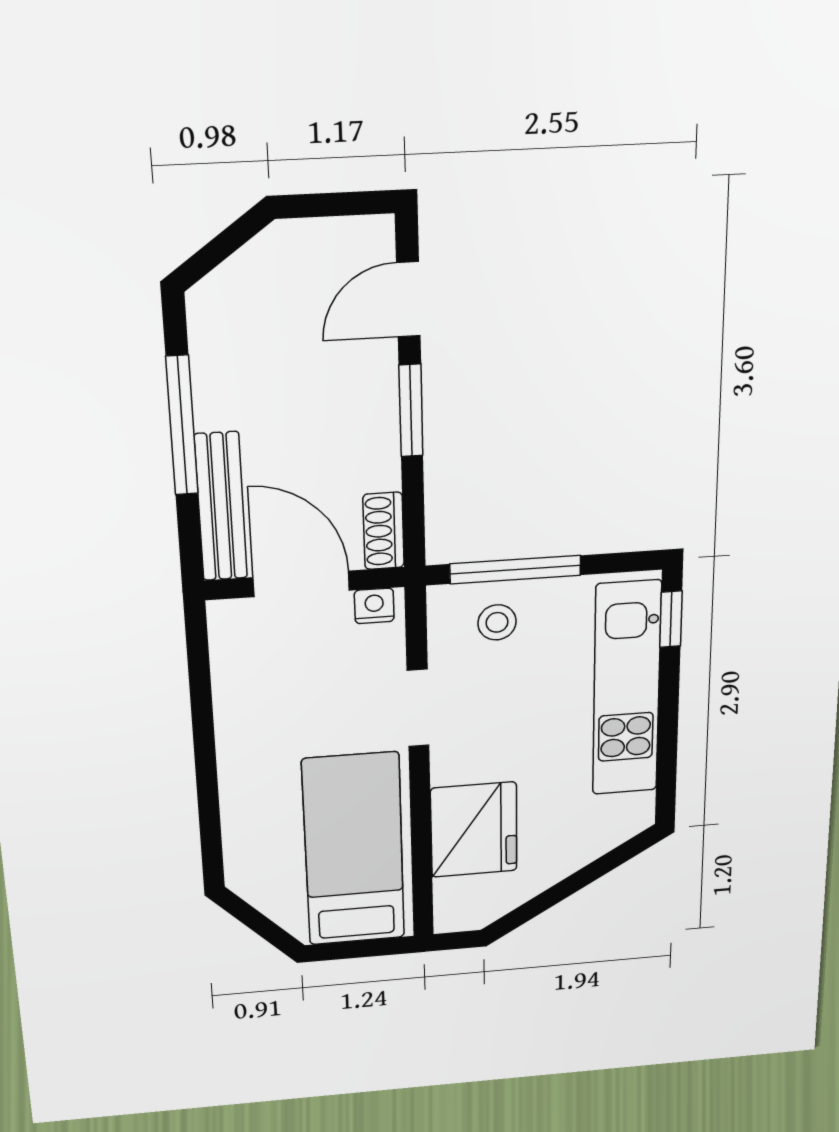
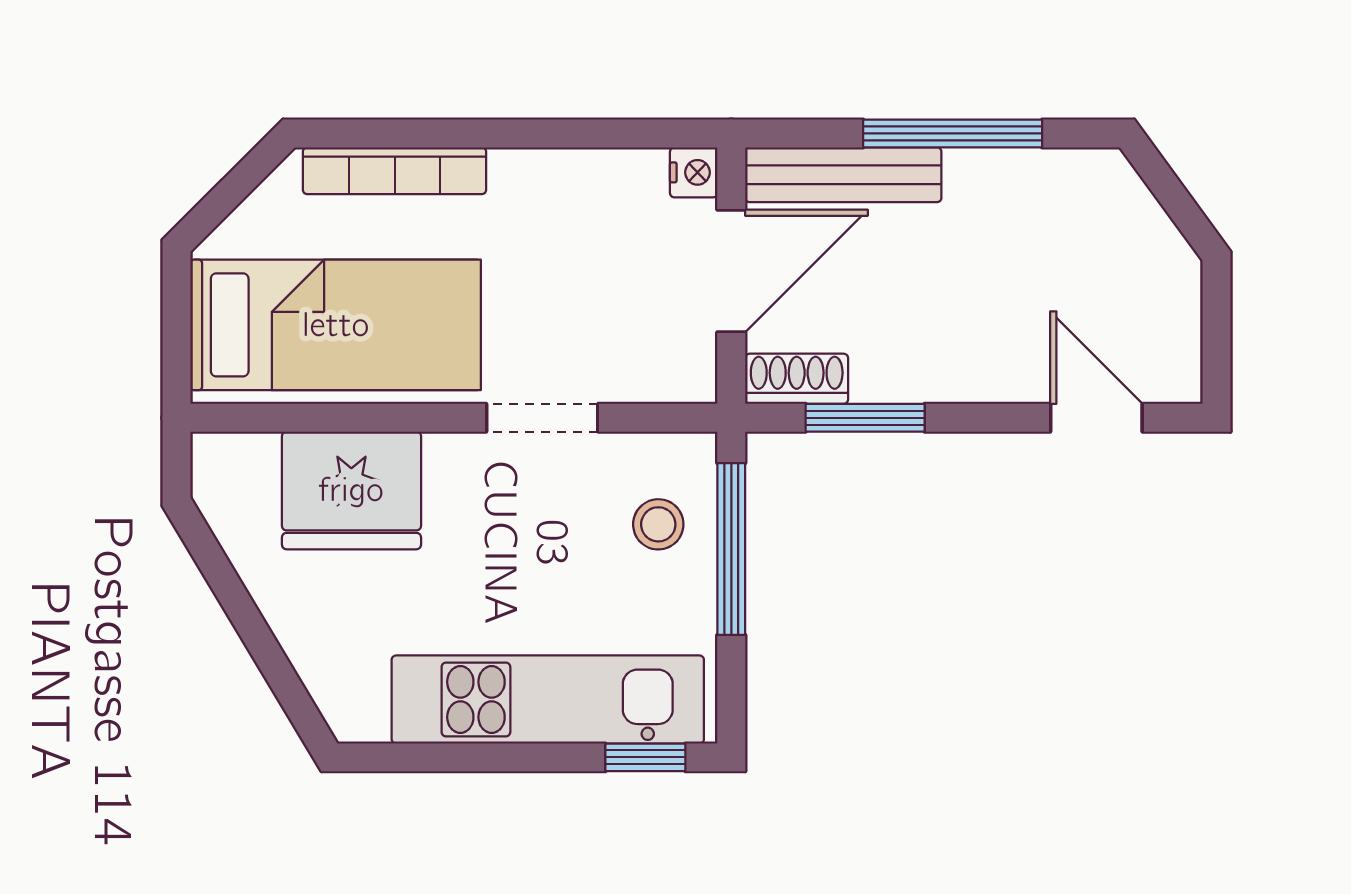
window: (411, 411) -> (865, 418), moved
nightstand: (374, 606) -> (694, 172), moved
bookcase: (238, 821) -> (395, 171), added

